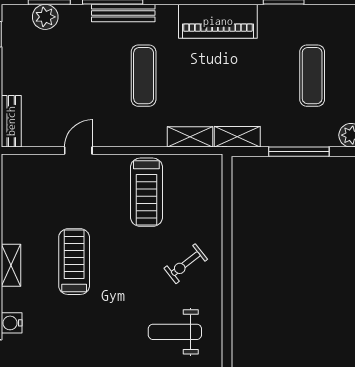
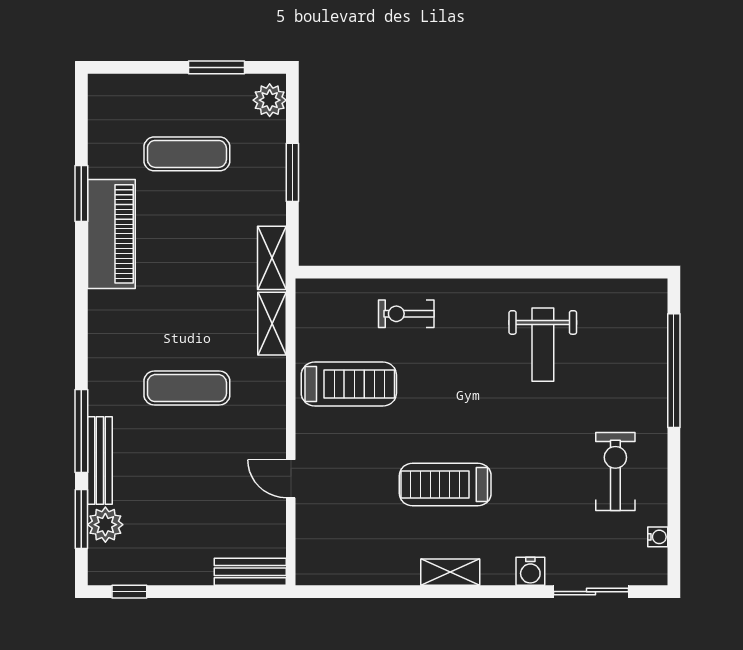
bench: (123, 13) -> (100, 461), moved
piano: (218, 21) -> (111, 234), moved
window: (299, 152) -> (292, 172), width x0.69
exercise bike: (186, 264) -> (406, 314), moved, turned 128

